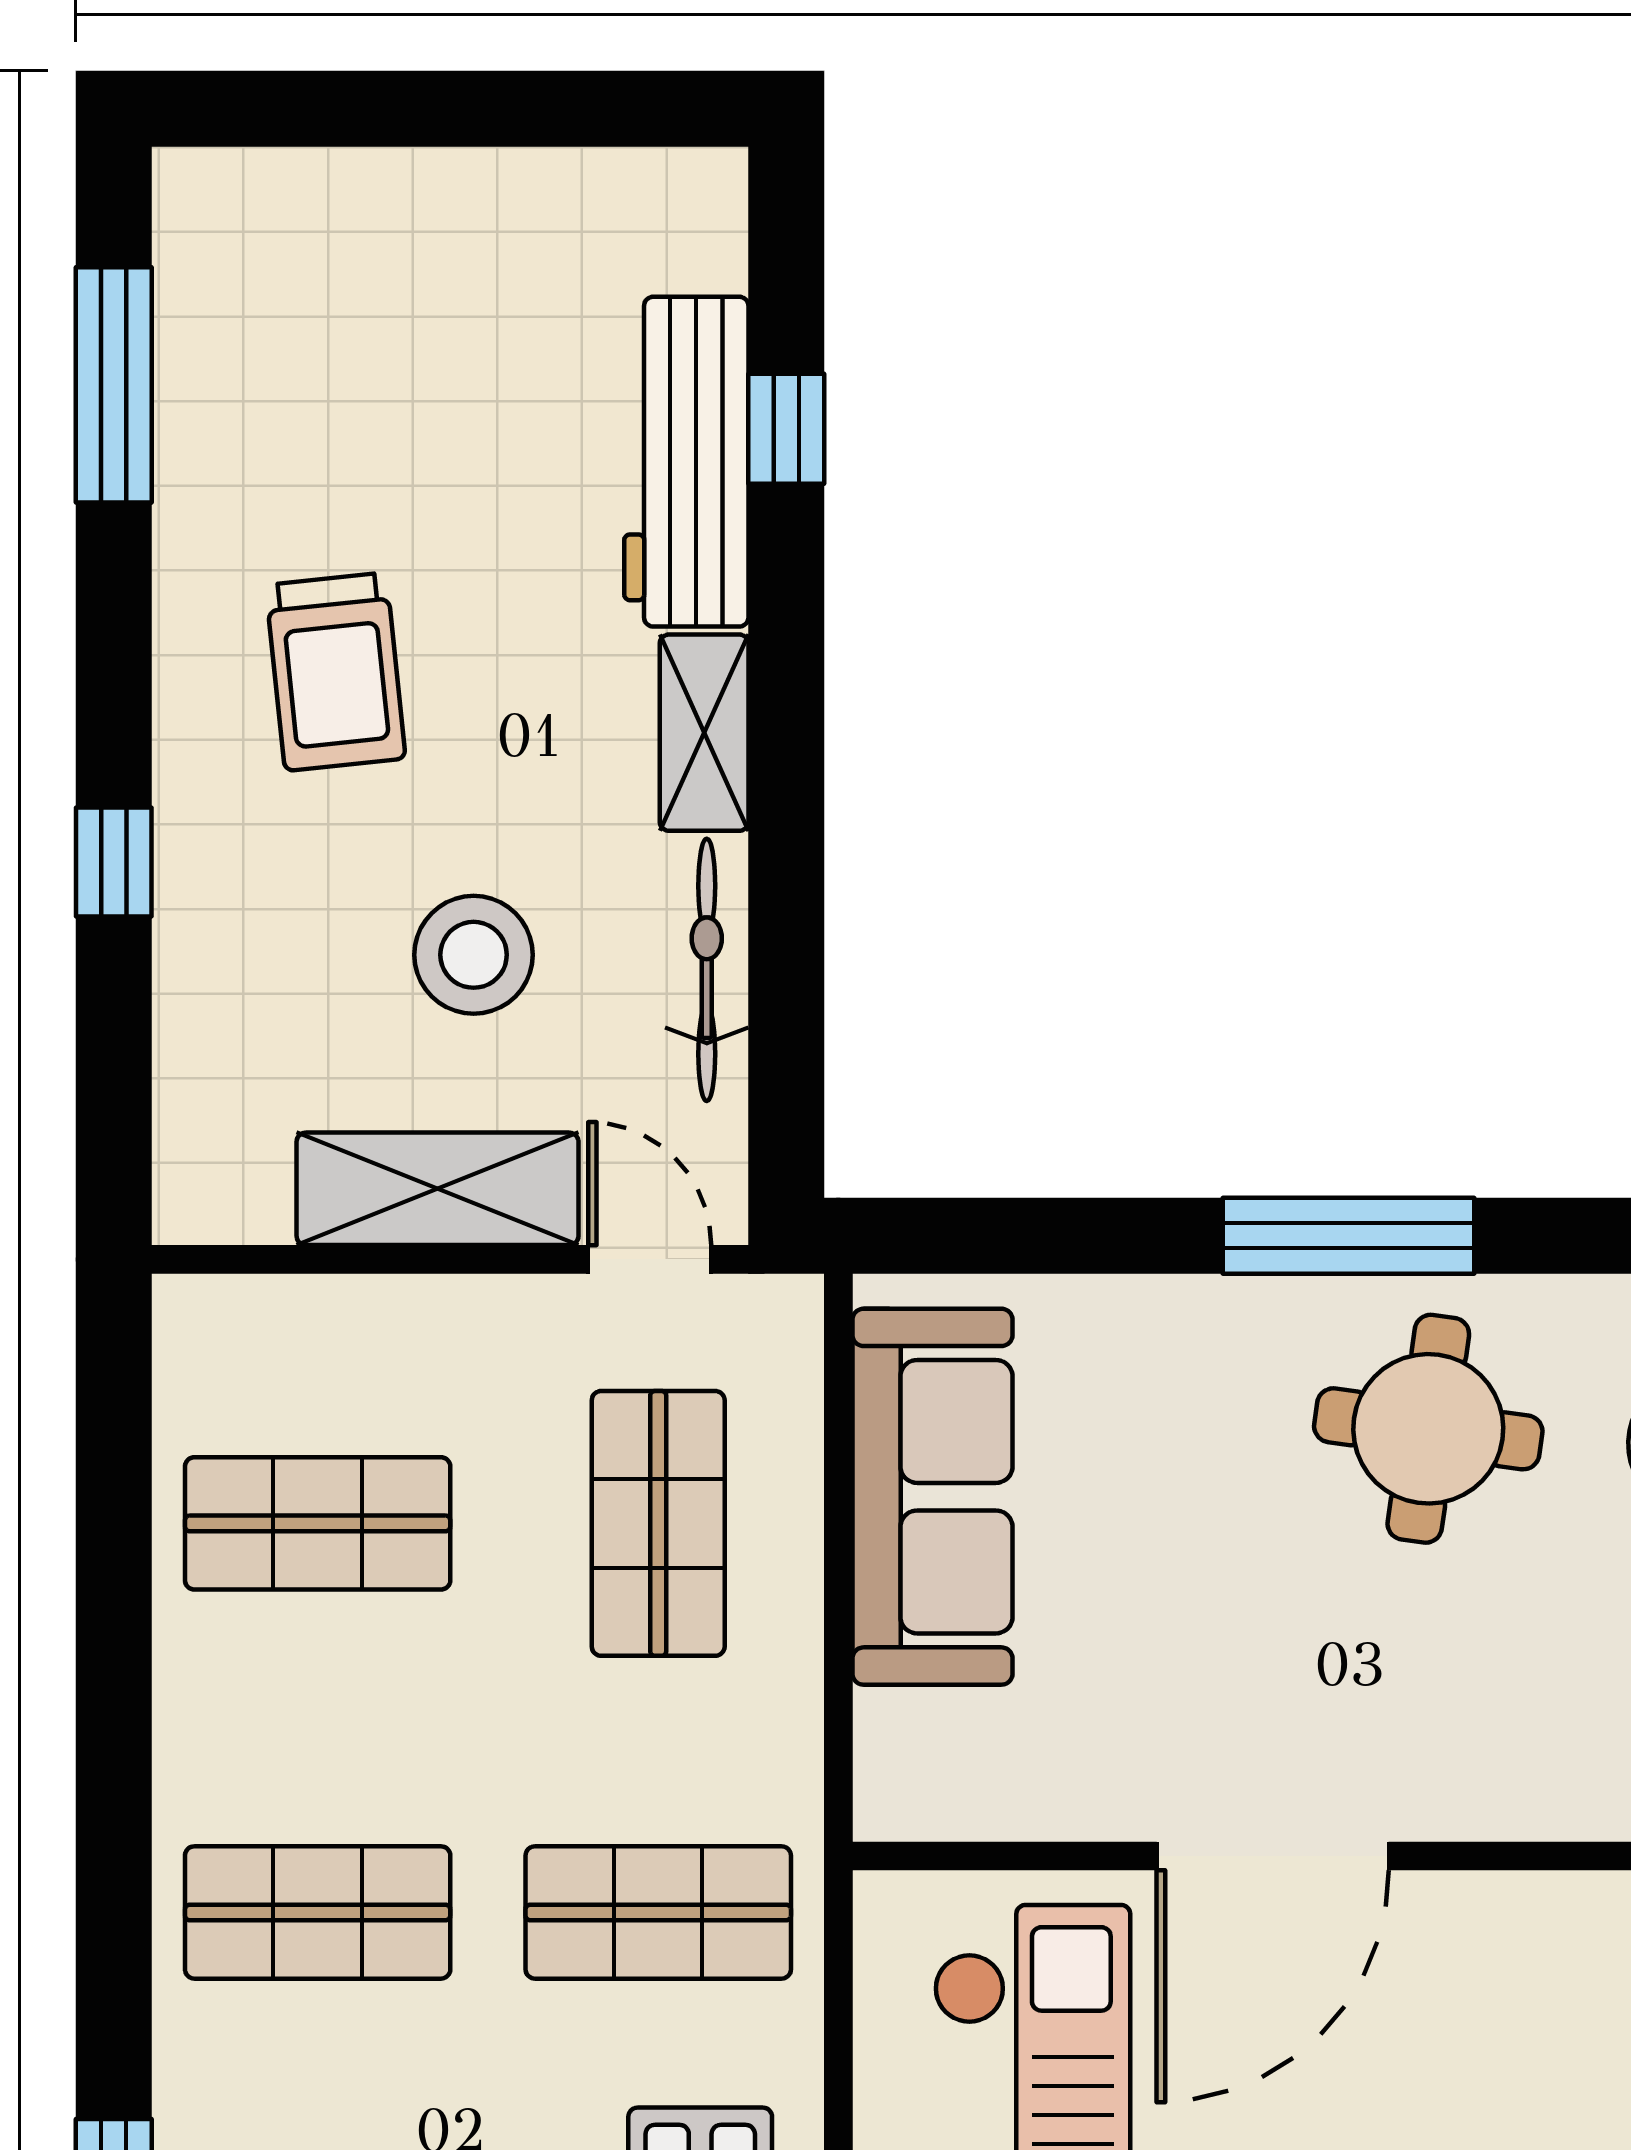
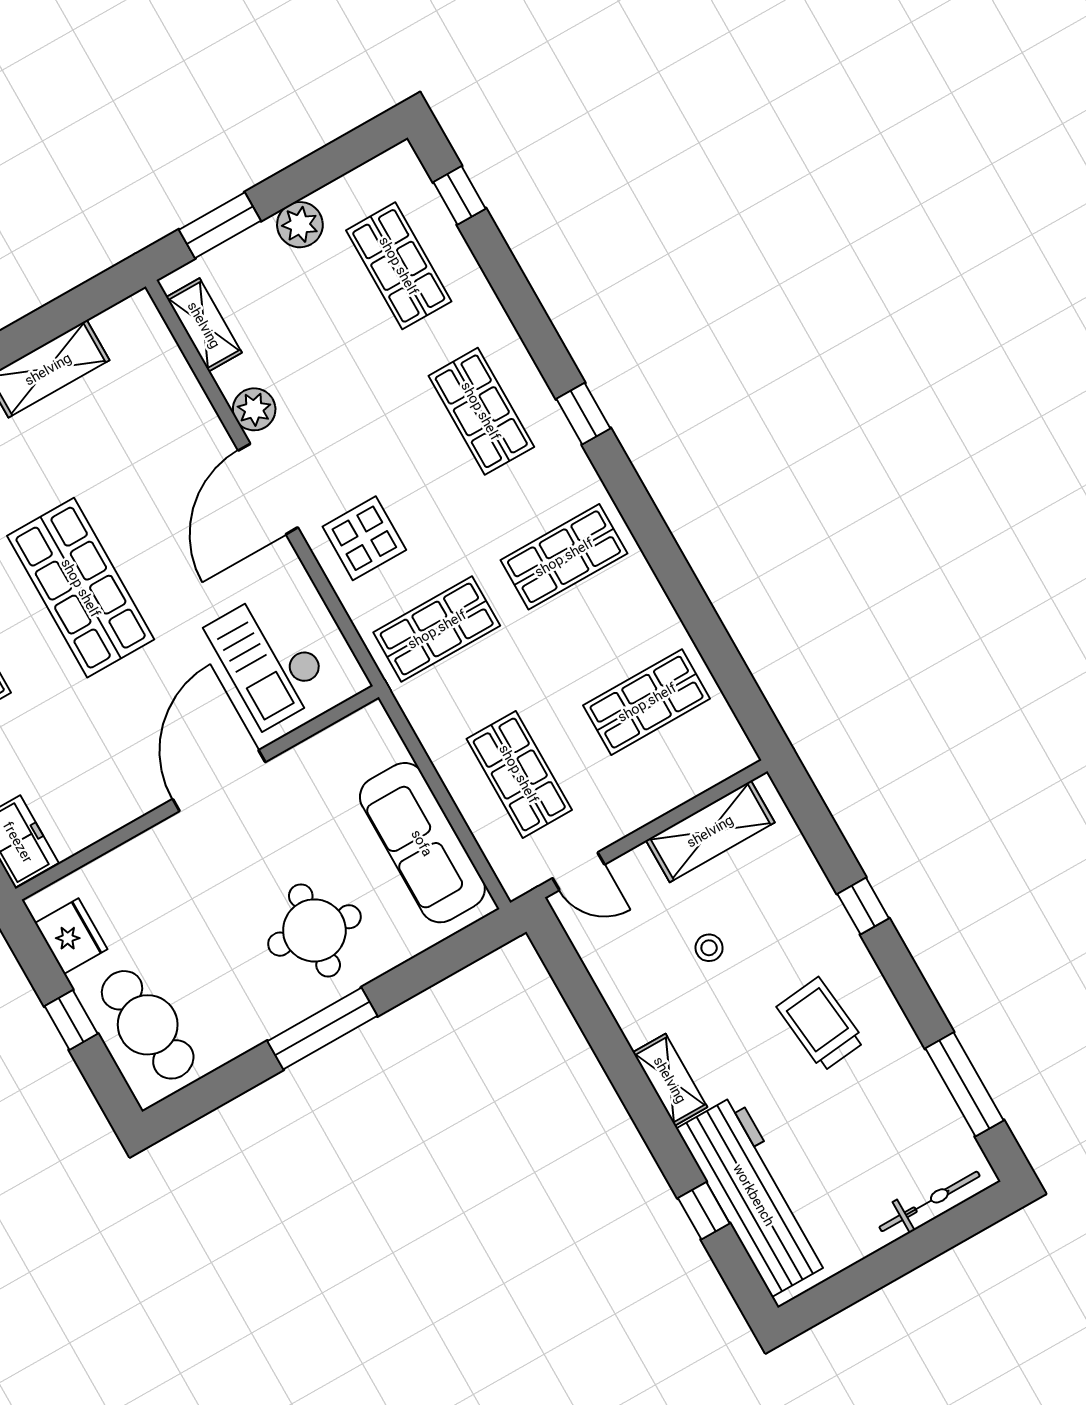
workbench: (686, 462) -> (754, 1195), width x1.36, depth x1.32
stool: (474, 955) -> (709, 948), width x0.53, depth x0.53
bicycle: (707, 970) -> (930, 1201), moved, turned -90
shelving: (438, 1189) -> (710, 831), moved
round table: (1428, 1429) -> (314, 930), moved

